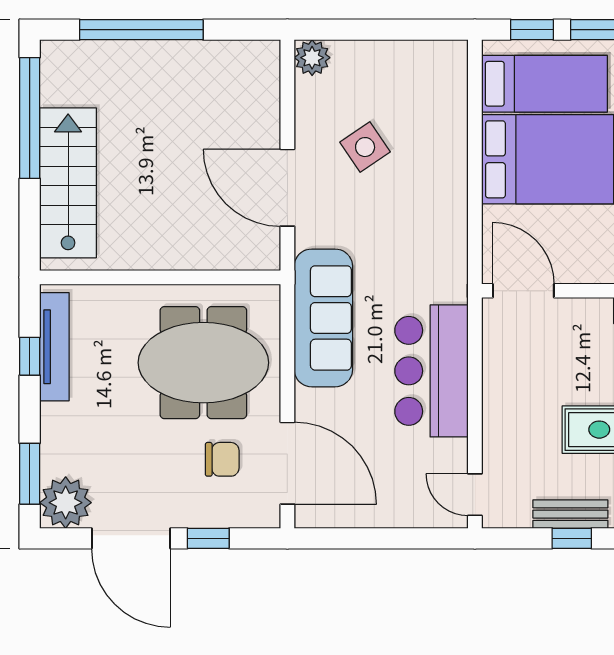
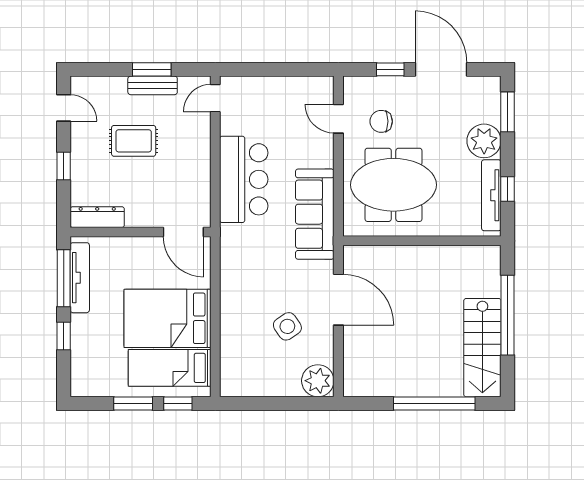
plant: (312, 58) -> (318, 381), width x1.36, depth x1.36
window: (30, 118) -> (508, 315), moved
stairs: (68, 183) -> (482, 348), moved
door: (287, 463) -> (338, 119), width x0.53
door: (475, 495) -> (215, 98), swing flipped
plant: (66, 503) -> (484, 141), moved
window: (572, 538) -> (152, 69), width x1.50

